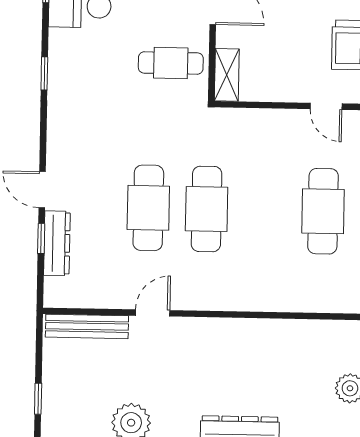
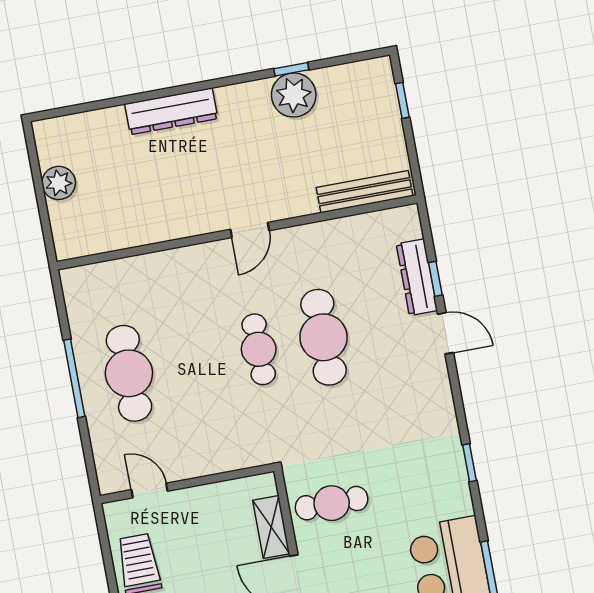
shelving: (227, 75) -> (271, 527), moved
cafe table: (207, 209) -> (259, 349), width x0.73, depth x0.74
door: (153, 313) -> (250, 230), moved

